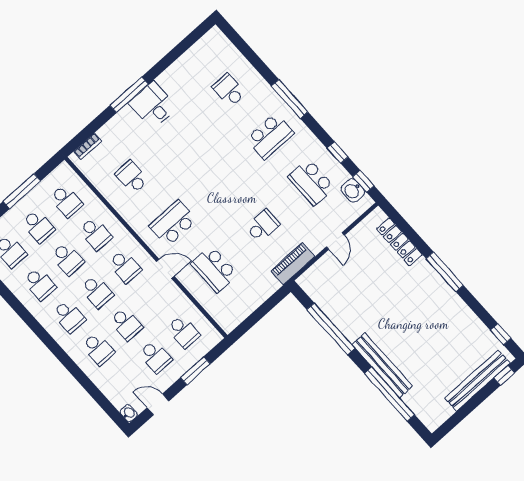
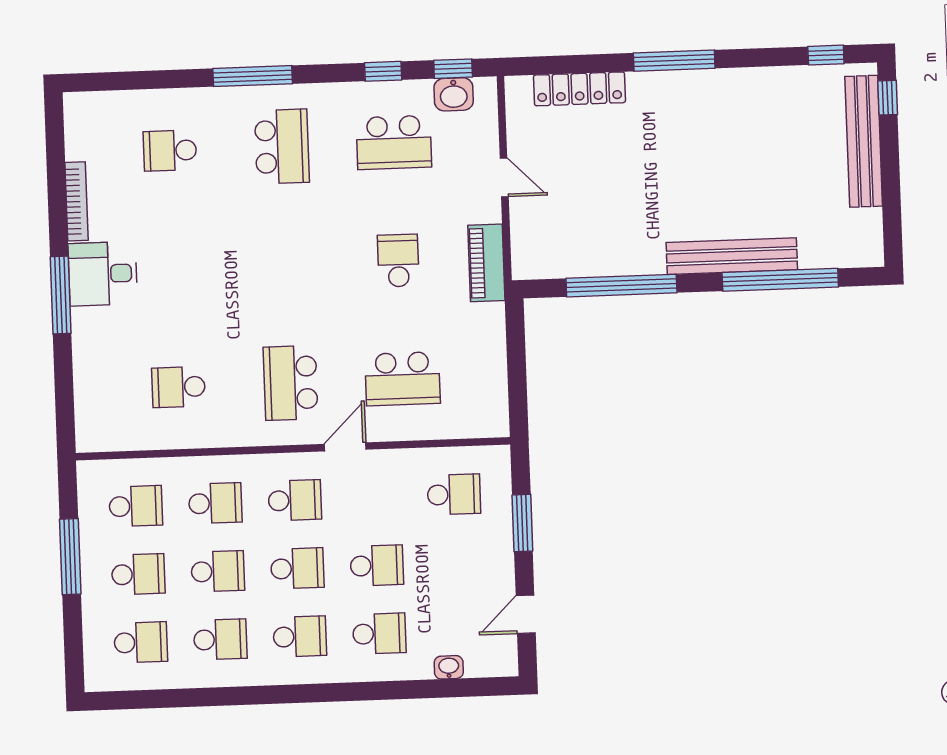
bookcase: (88, 146) -> (77, 201), moved, width x1.56
school desk: (155, 357) -> (456, 563), removed
washbasin: (129, 413) -> (449, 667), moved

